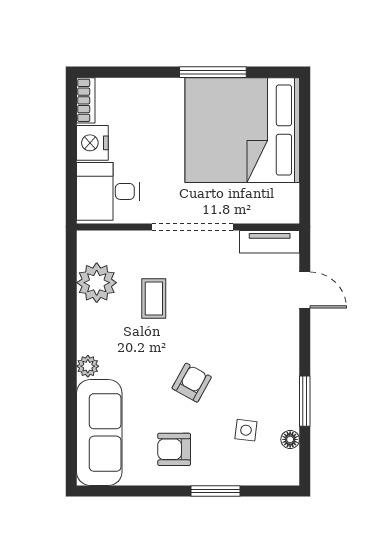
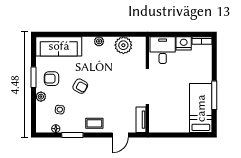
bed: (242, 130) -> (201, 108), width x0.49
coffee table: (154, 299) -> (94, 123), moved
plant: (88, 366) -> (99, 41), moved
armchair: (174, 449) -> (52, 79), turned -90
plant: (216, 474) -> (41, 97), added
window: (216, 491) -> (34, 77), moved

